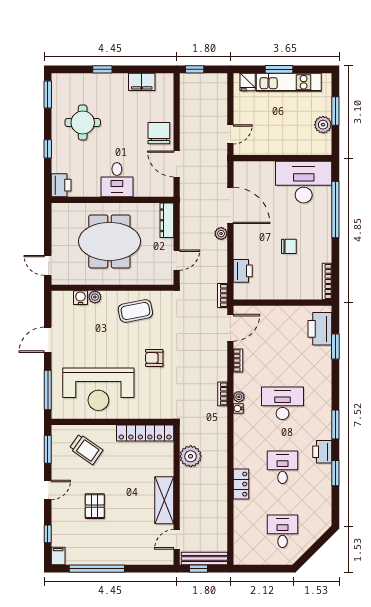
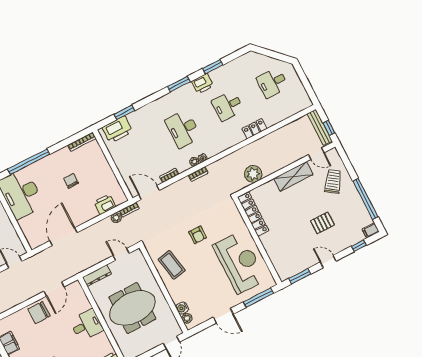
plant: (221, 234) -> (116, 218), moved
meeting table: (109, 241) -> (132, 308), turned 90
plant: (95, 297) -> (187, 318), moved
trolley: (86, 449) -> (333, 181), moved

